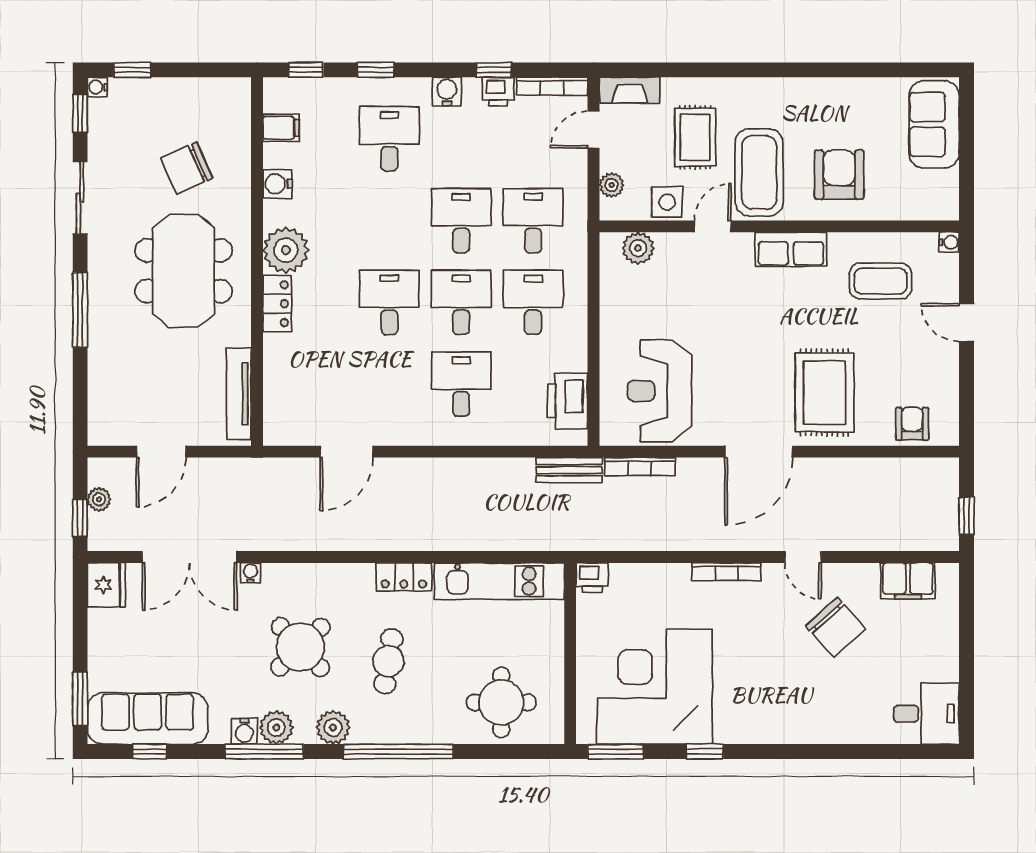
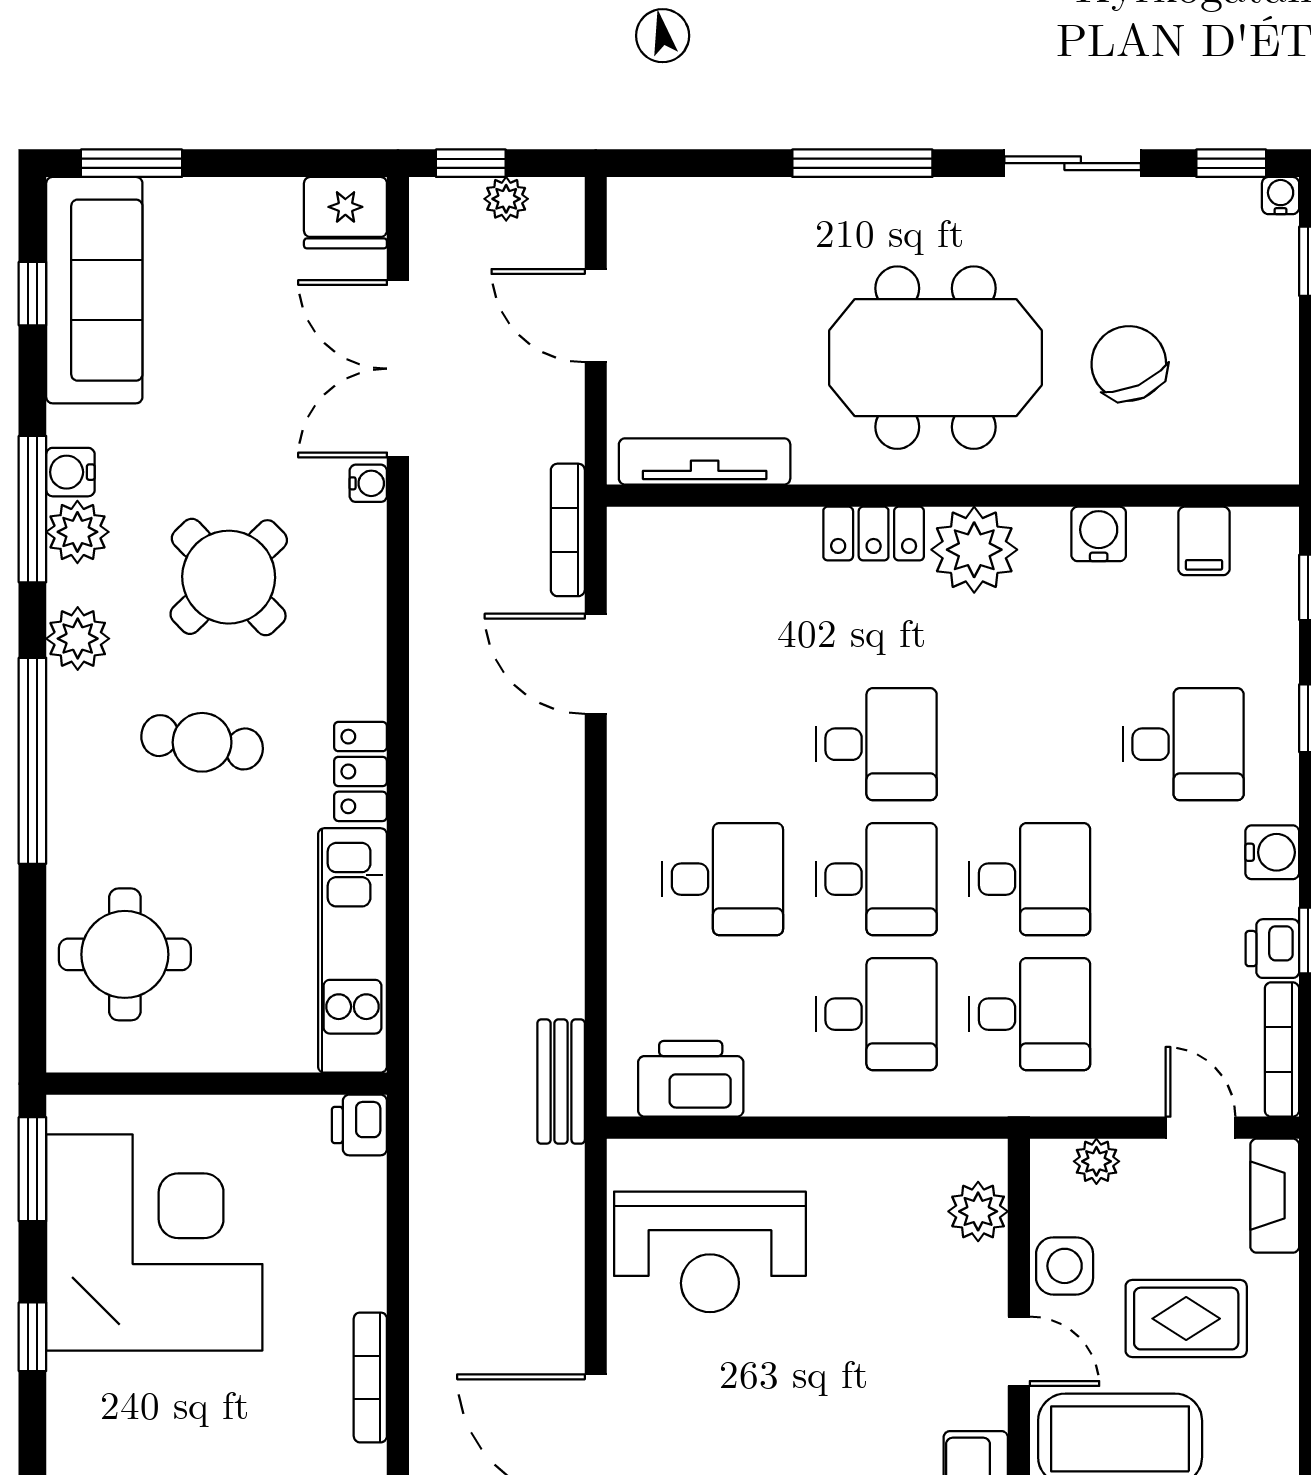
reception desk: (660, 391) -> (710, 1252), turned 180
bookcase: (640, 467) -> (568, 530), moved

